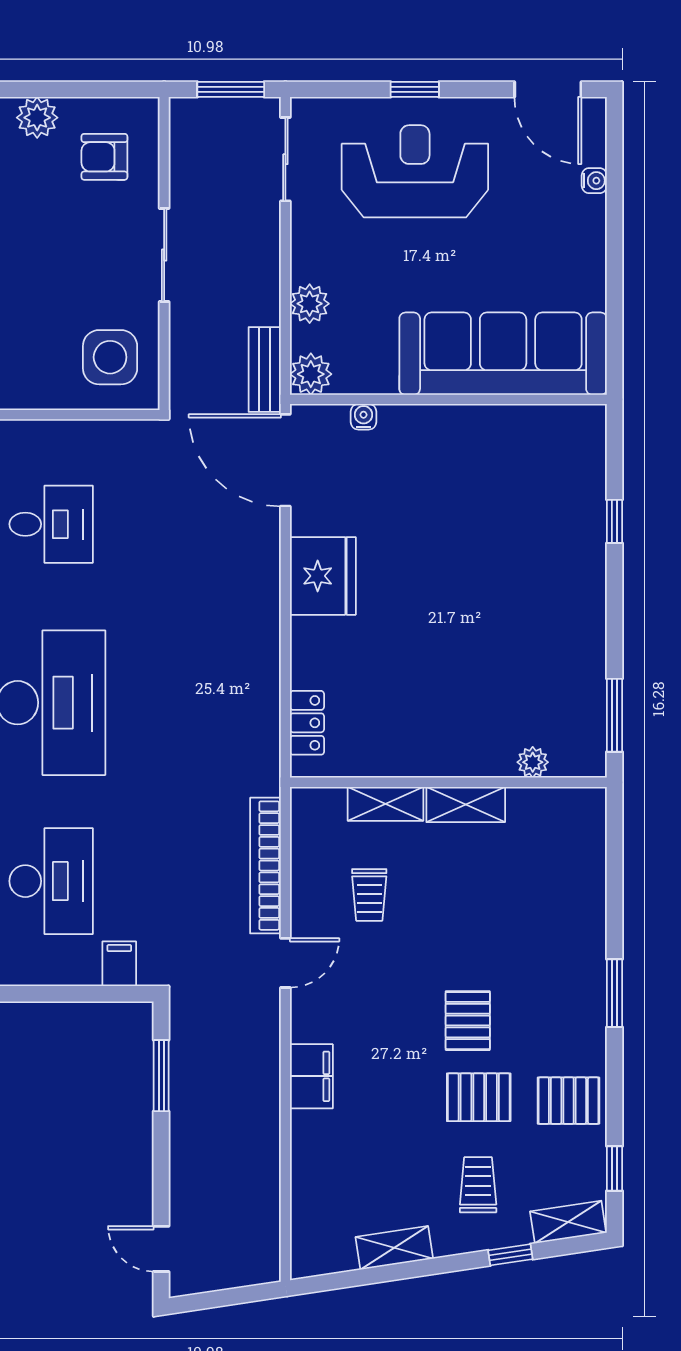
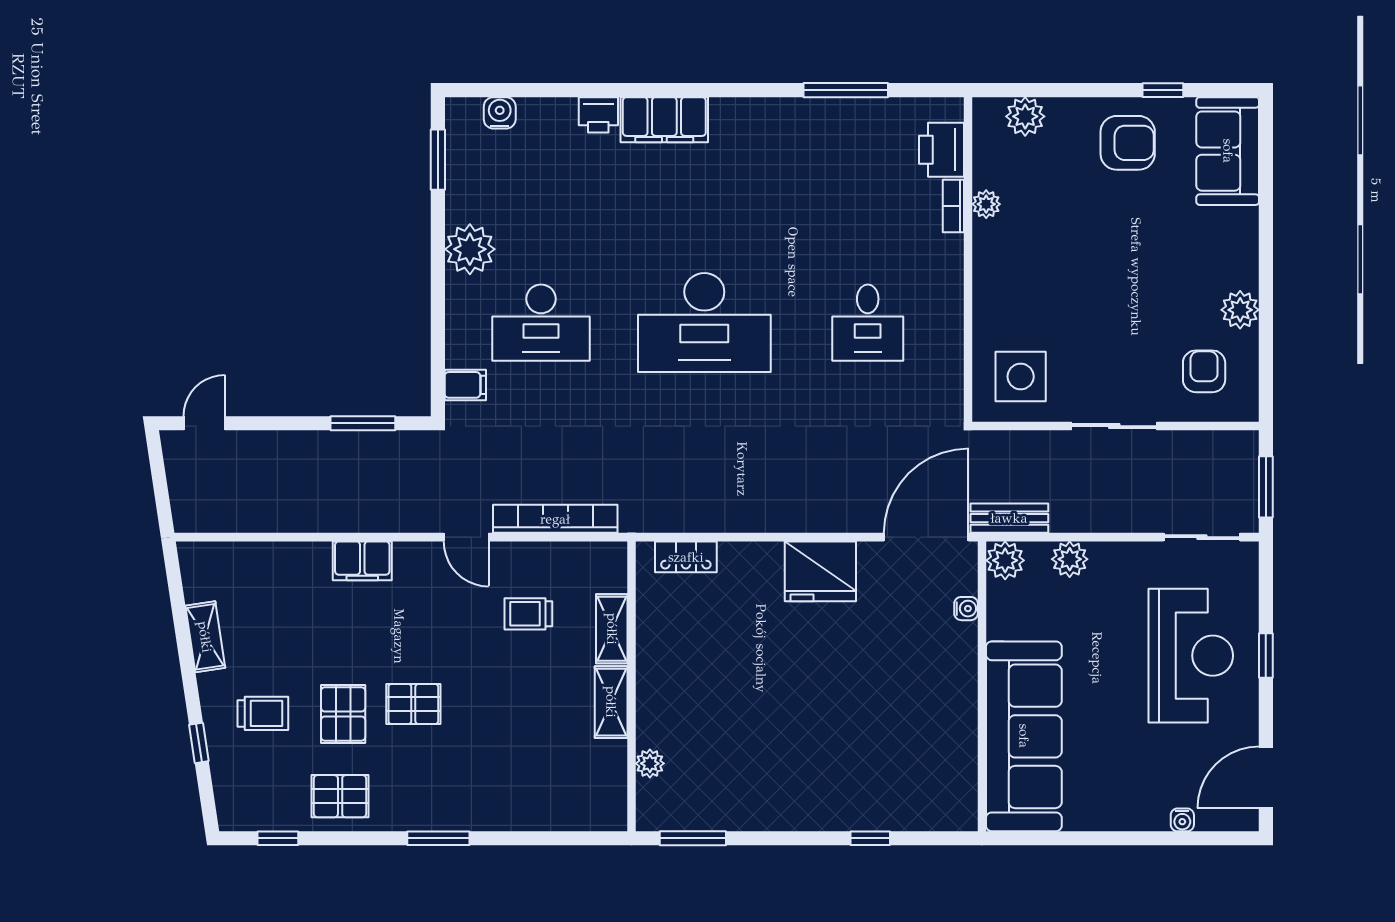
pallet: (568, 1101) -> (340, 796), turned 90
shelving: (568, 1222) -> (229, 796), removed

